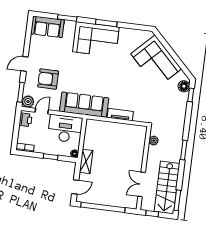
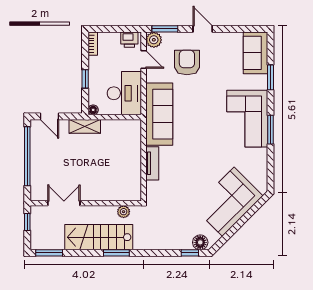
stairs: (167, 188) -> (99, 237), moved

